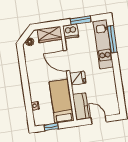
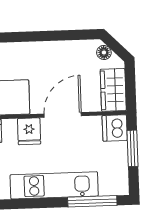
kitchen unit: (103, 44) -> (54, 185), moved

